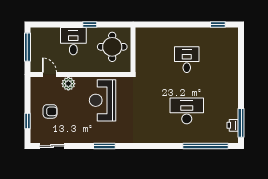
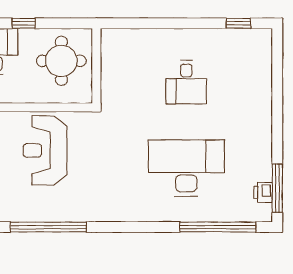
desk: (187, 60) -> (186, 82), turned 180
desk: (187, 111) -> (186, 168), width x1.36, depth x1.30
window: (104, 146) -> (48, 227), width x2.11

